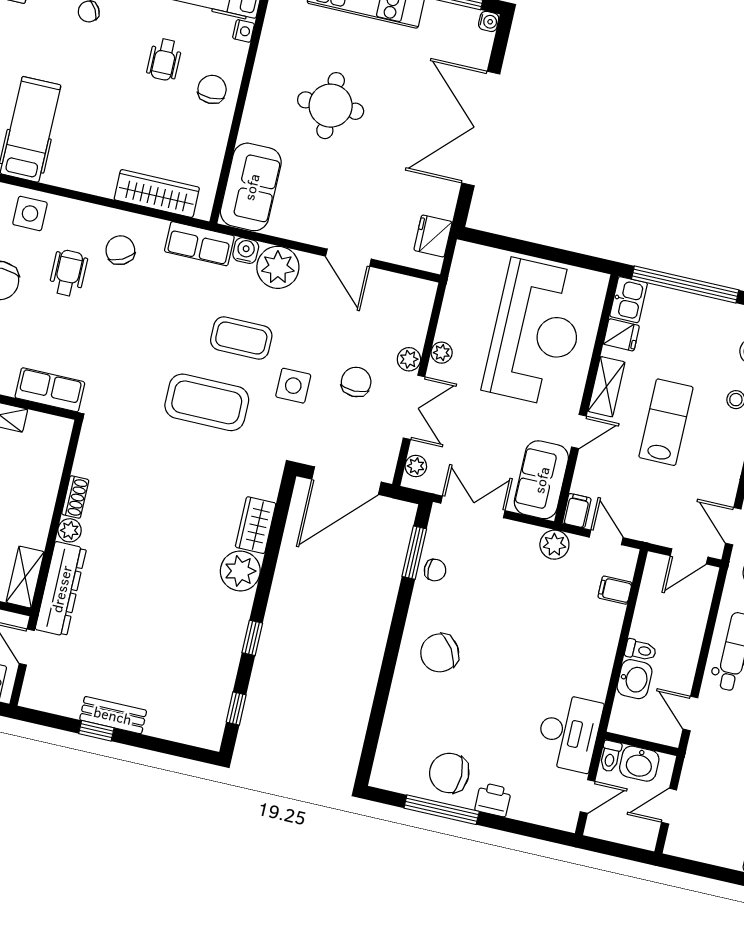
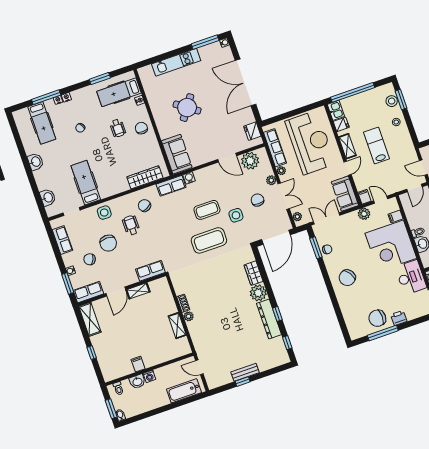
round table: (331, 106) -> (187, 108), turned 35
plant: (278, 267) -> (250, 161), moved
row of seats: (458, 298) -> (275, 148), added
shelving: (25, 577) -> (177, 326), moved
dresser: (61, 589) -> (269, 319), moved, turned 180
corner desk: (568, 643) -> (391, 246), added

